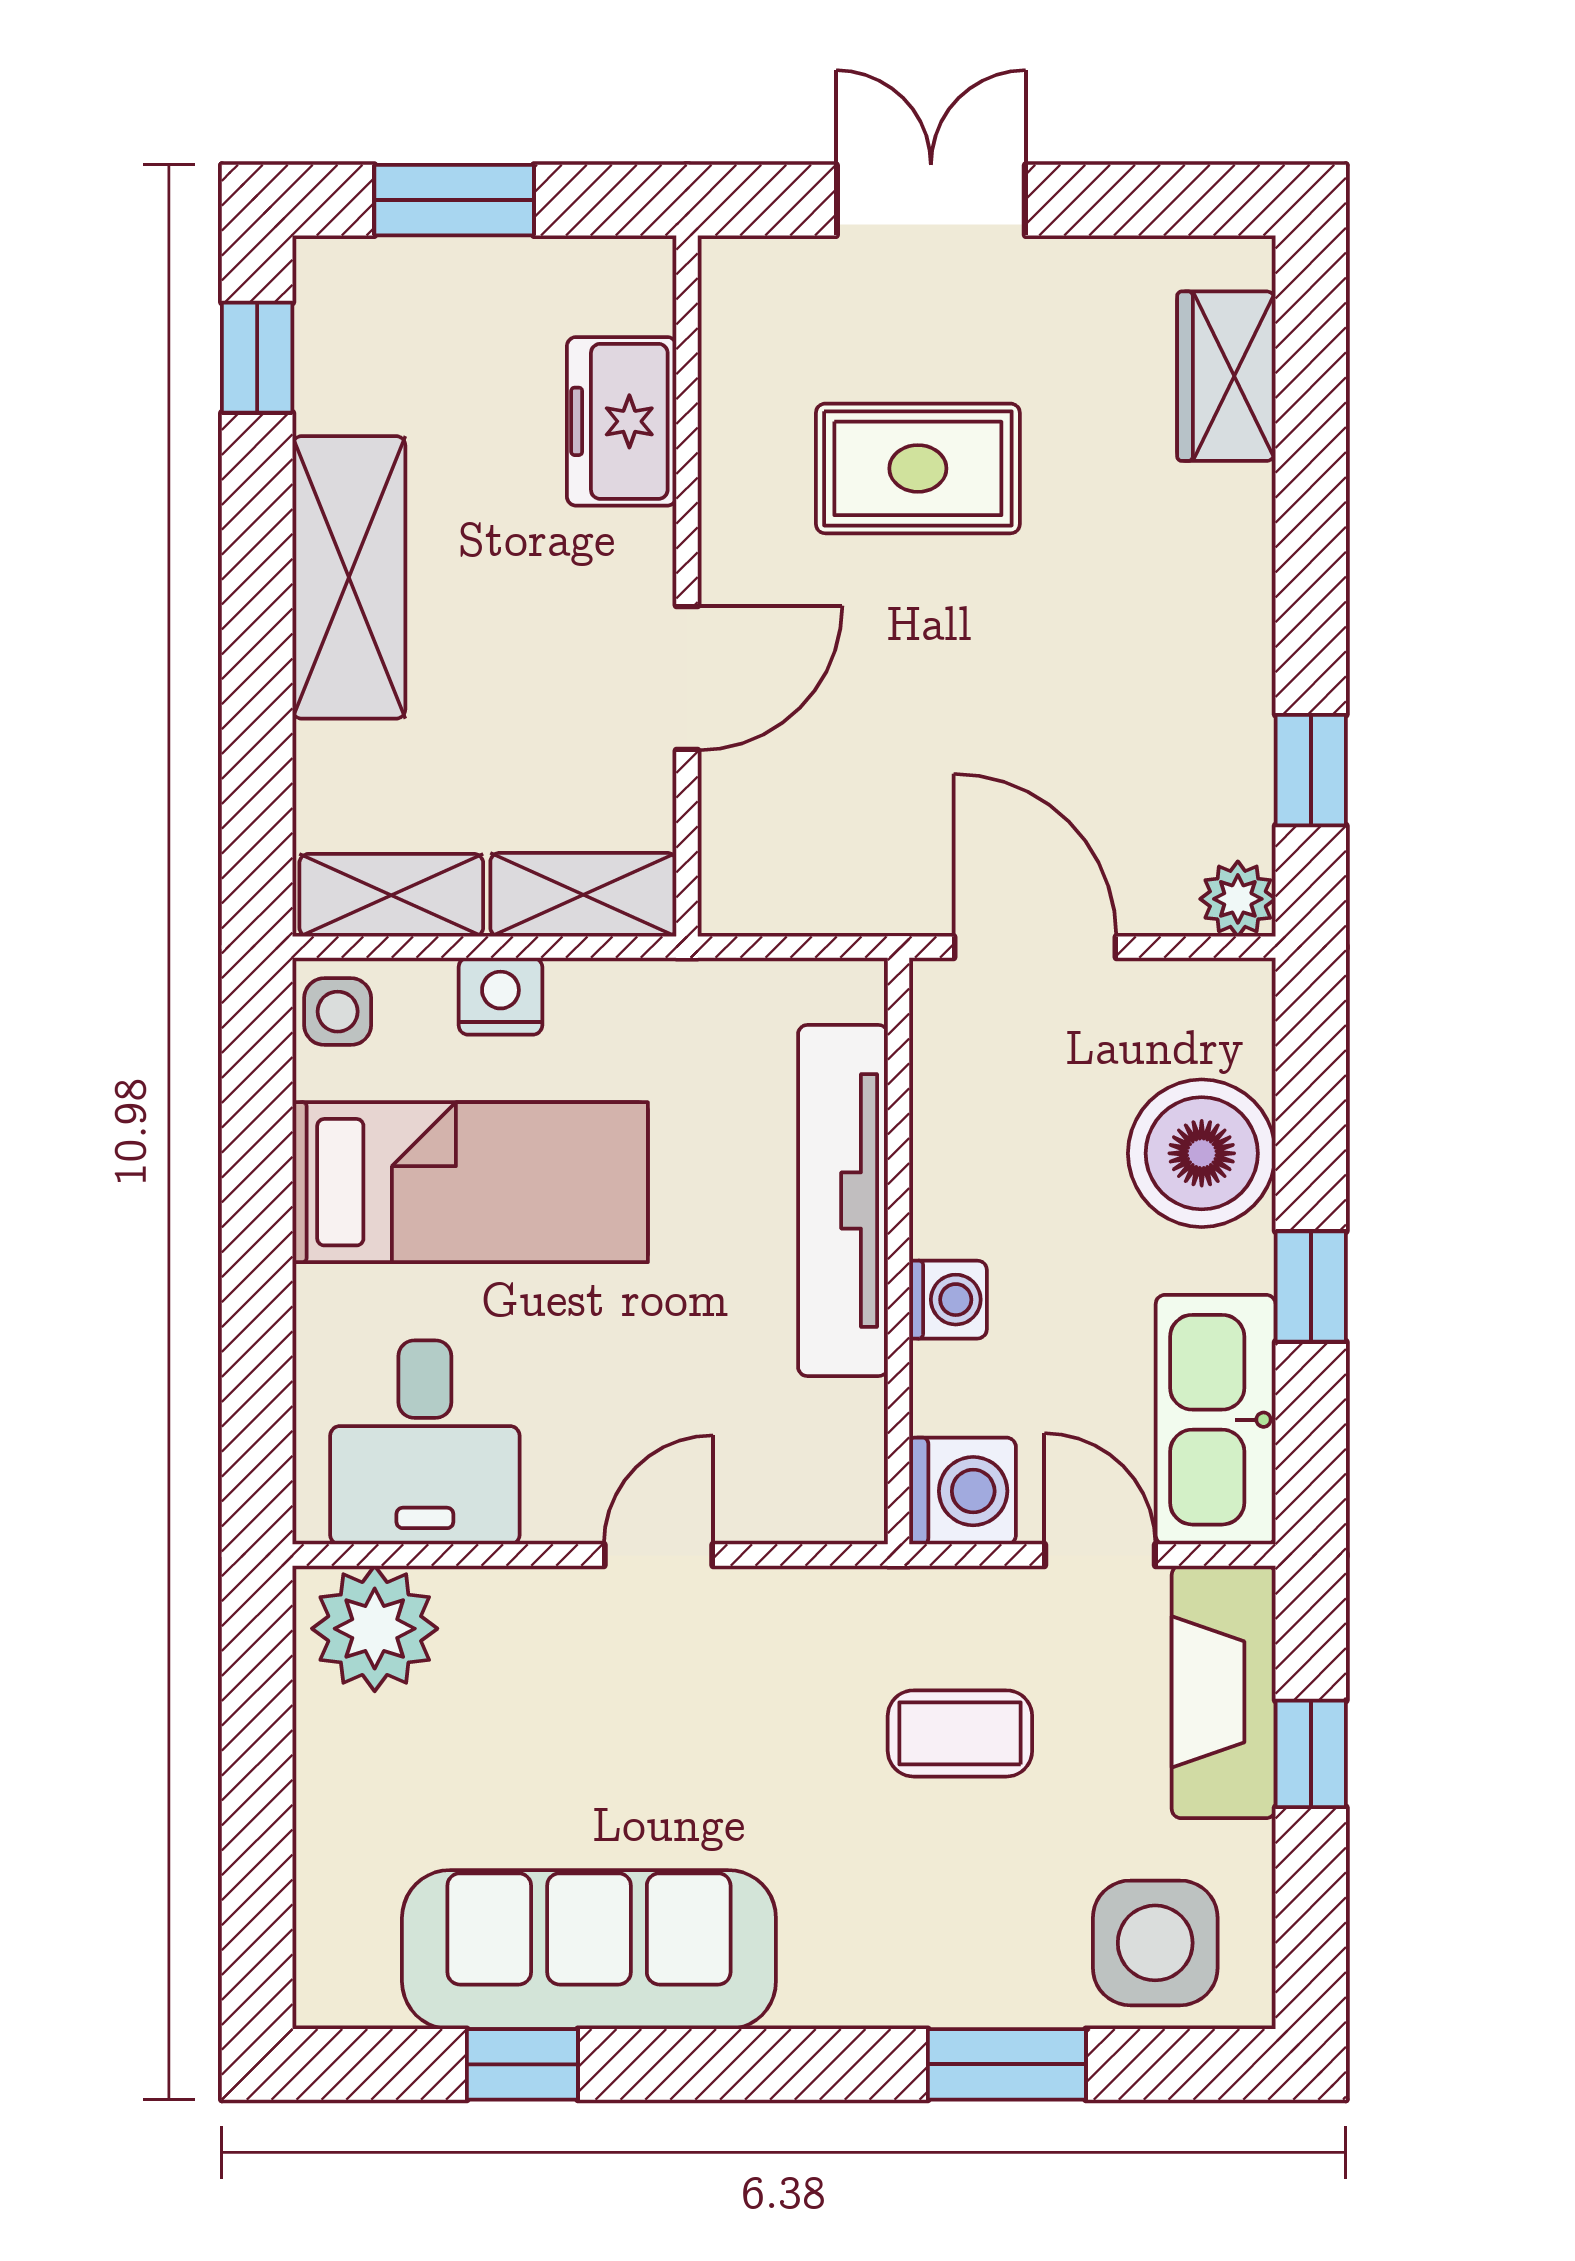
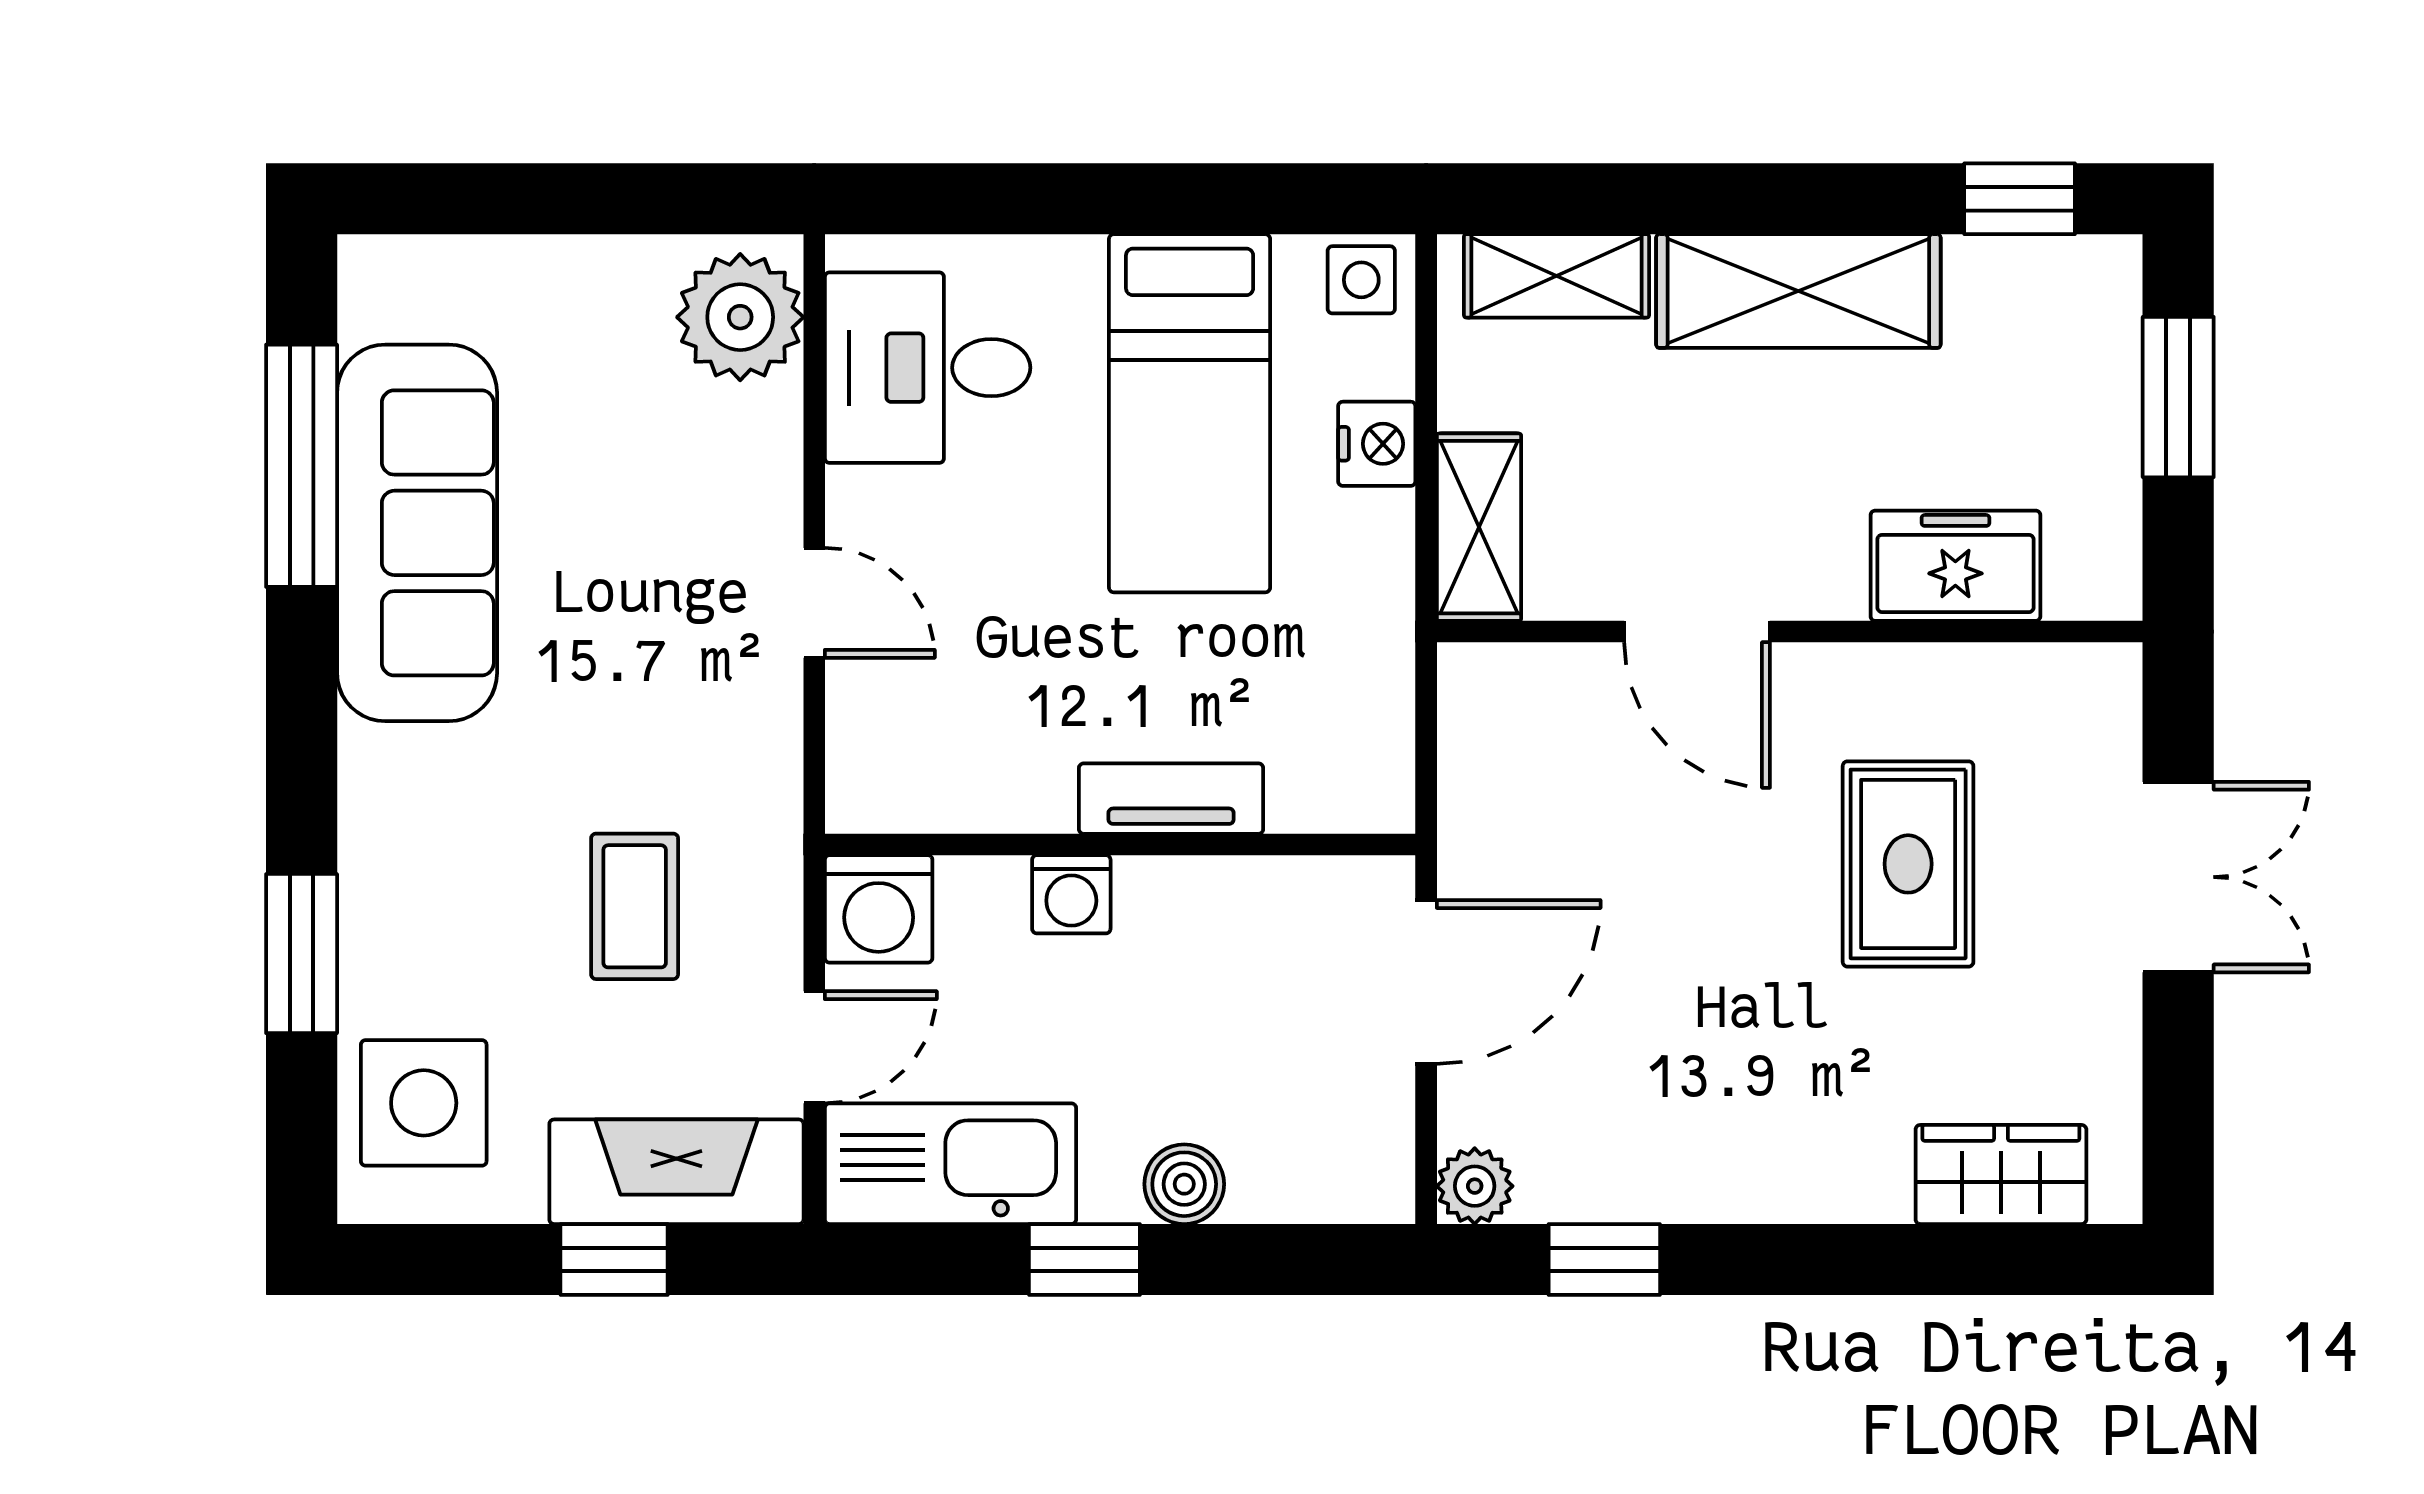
shelving: (391, 895) -> (1557, 276), moved, turned 90
boiler: (1202, 1153) -> (1184, 1184), width x0.54, depth x0.54
tv unit: (843, 1201) -> (1171, 799), width x0.52, depth x0.78
window: (522, 2064) -> (302, 466), width x2.17

